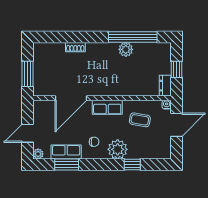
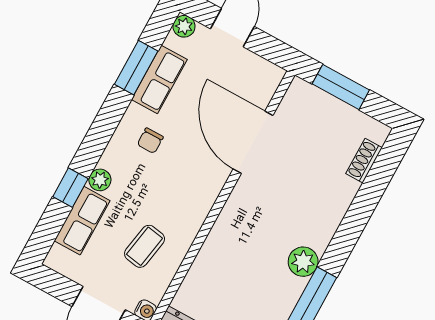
shoe rack: (75, 47) -> (364, 161), moved
plant: (126, 49) -> (303, 262), moved
row of seats: (107, 107) -> (82, 221), moved, turned 180
plant: (118, 149) -> (100, 180), width x0.53, depth x0.53

